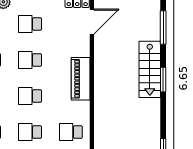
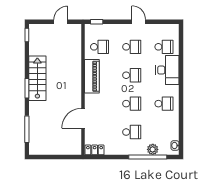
door: (92, 22) -> (83, 118), moved
stairs: (150, 69) -> (37, 78), moved
piano: (81, 79) -> (92, 76), moved

